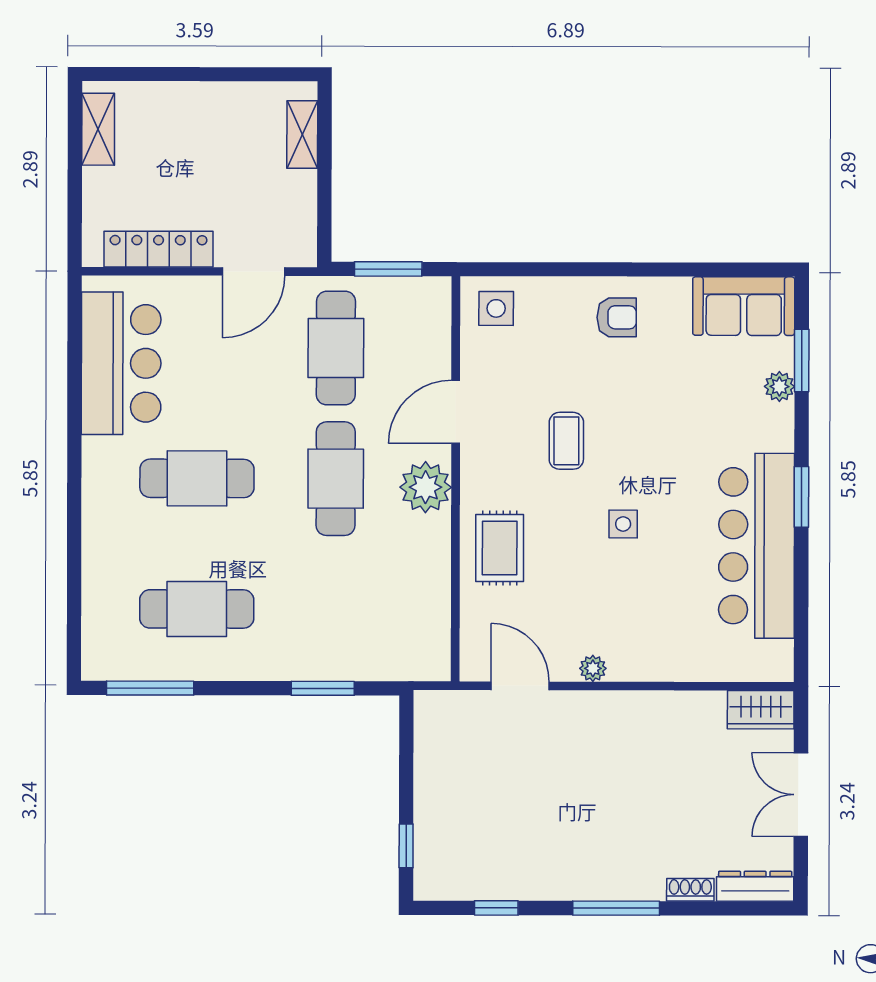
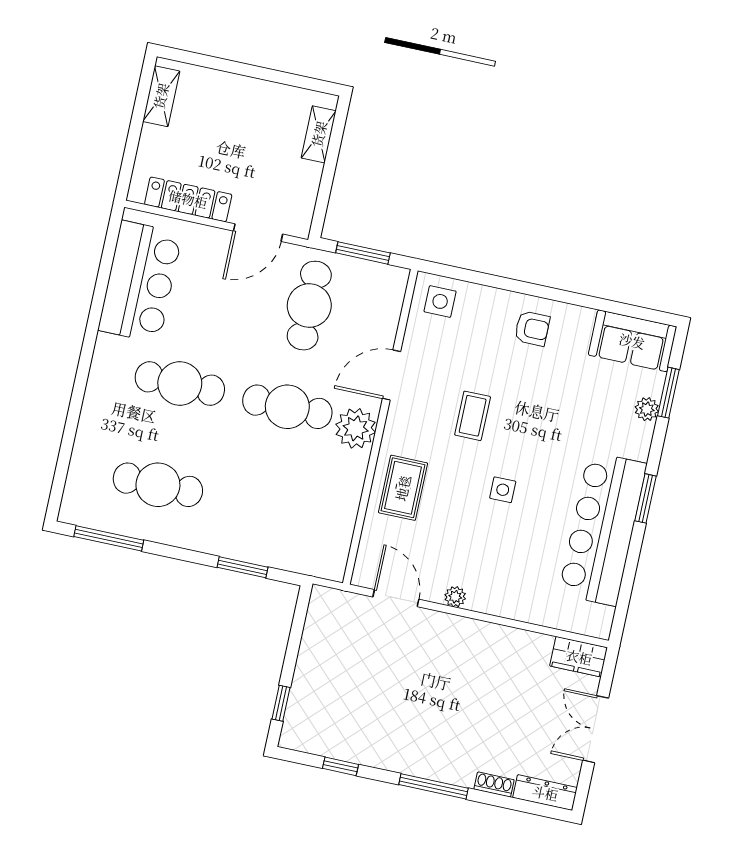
cafe table: (336, 479) -> (287, 407), turned 90

